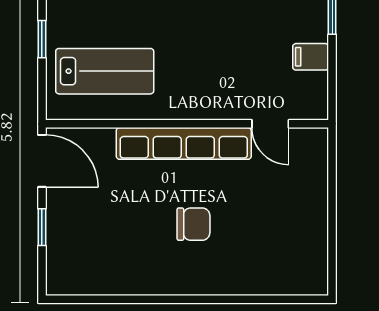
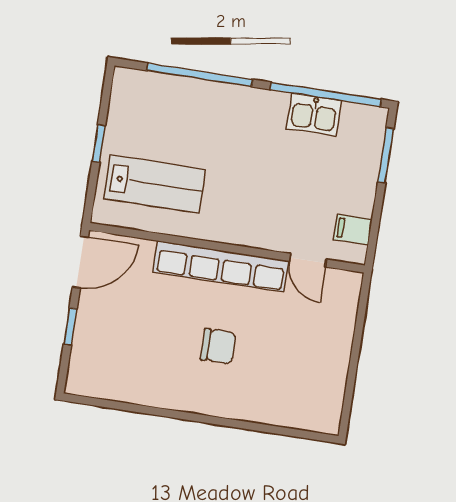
filing cabinet: (311, 57) -> (353, 230), moved
door: (42, 161) -> (80, 262), hinge flipped

